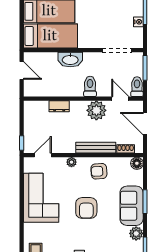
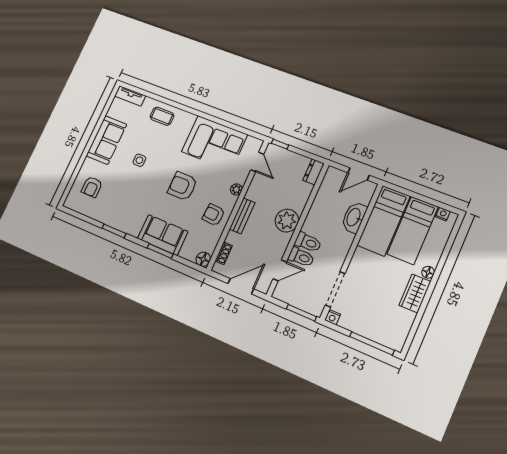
nightstand: (138, 22) -> (333, 317), moved
washbasin: (70, 60) -> (354, 217), moved
toilet: (137, 87) -> (301, 257), moved
dresser: (59, 106) -> (314, 172), moved
plant: (96, 110) -> (287, 221), moved
bench: (96, 148) -> (242, 216), width x0.73
armchair: (99, 171) -> (214, 215), turned -82
plant: (136, 233) -> (133, 228), removed

